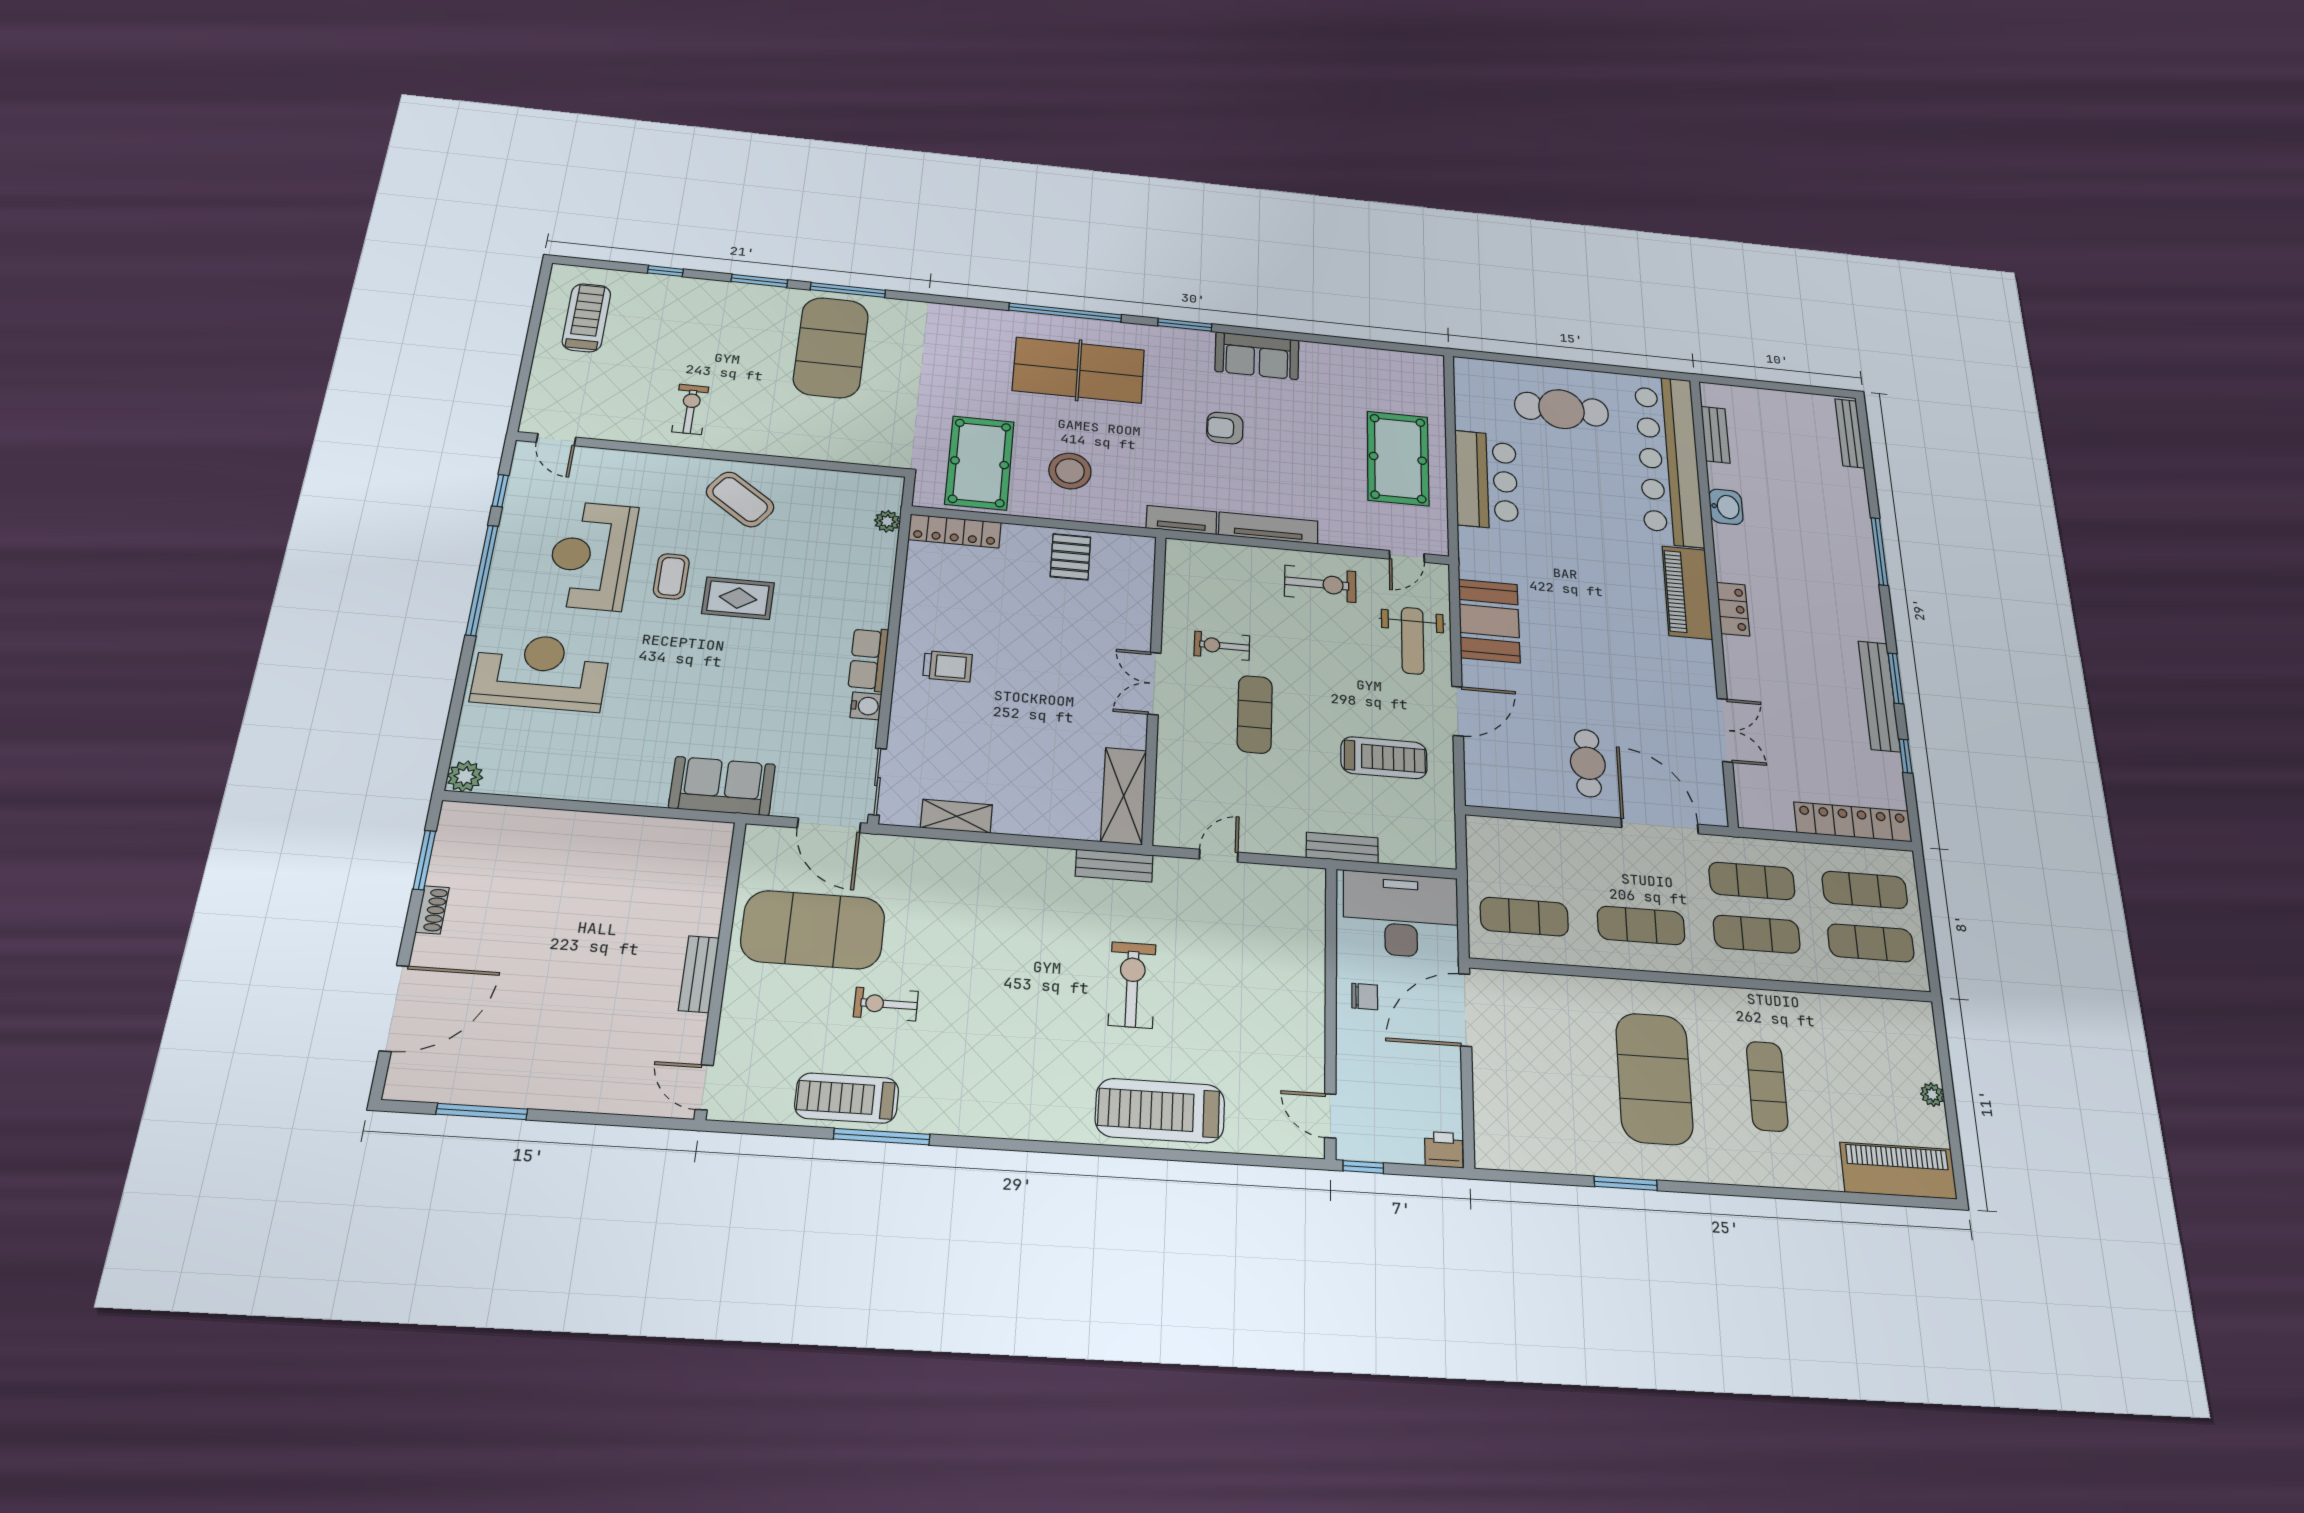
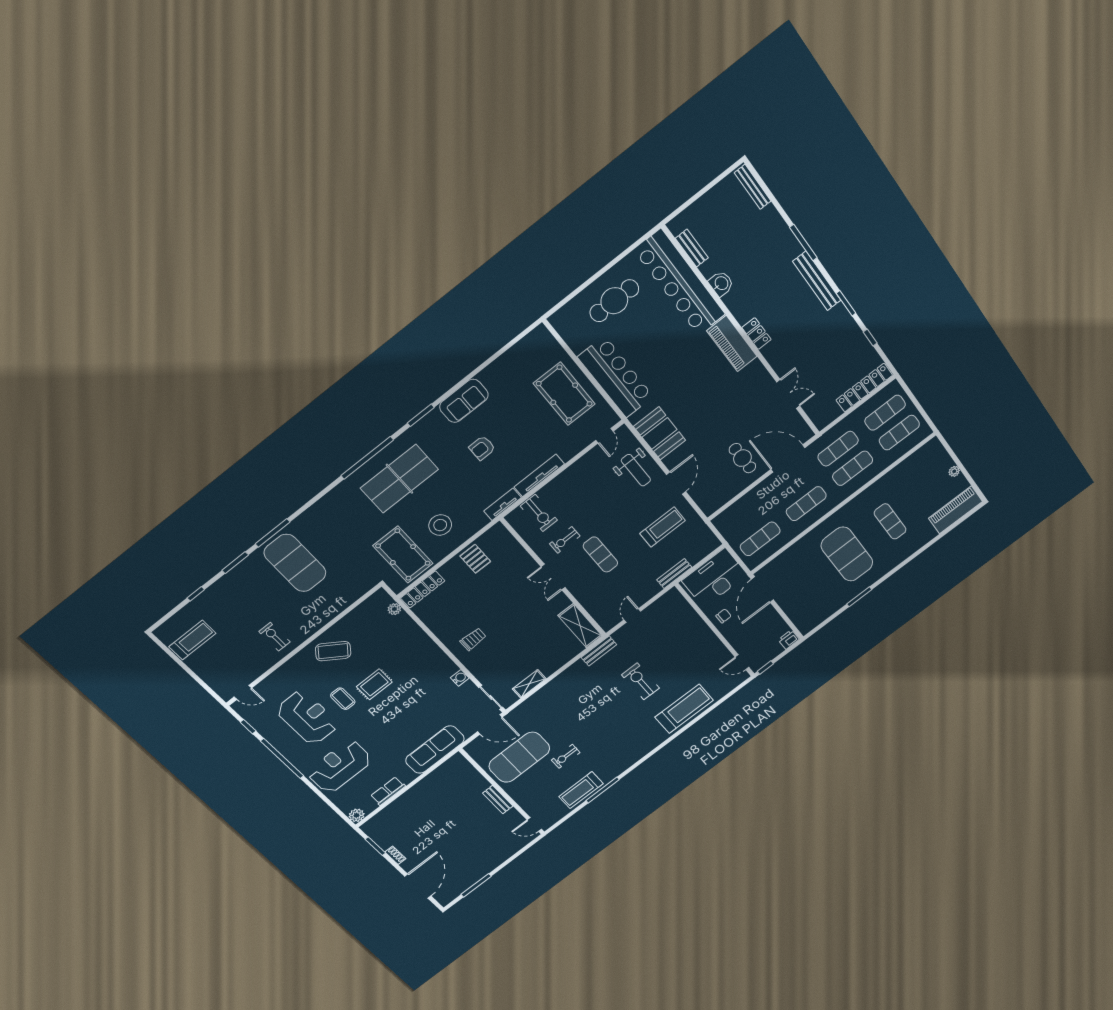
treadmill: (586, 318) -> (192, 640), turned 90
bar counter: (1486, 480) -> (616, 377), width x1.36
reception desk: (592, 556) -> (307, 717), turned 180
exercise bike: (1320, 584) -> (539, 513), moved, turned 90
row of seats: (868, 659) -> (388, 791), moved, turned 90
bench: (1879, 696) -> (817, 281), moved
sofa: (722, 786) -> (435, 750), width x1.36
treadmill: (1160, 1111) -> (684, 709), turned 180

